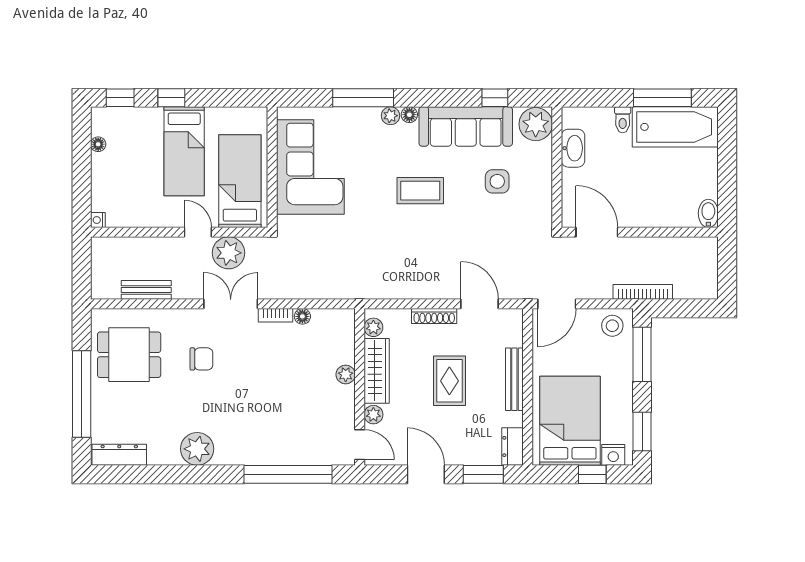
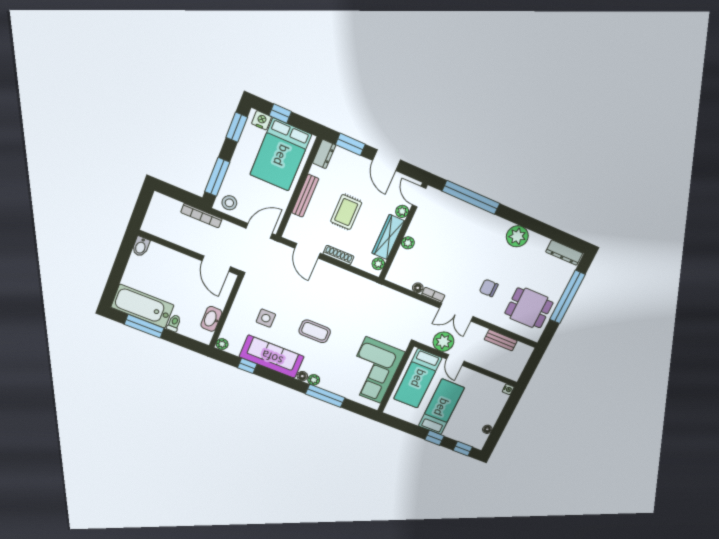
plant: (536, 124) -> (222, 344), width x0.53, depth x0.53

